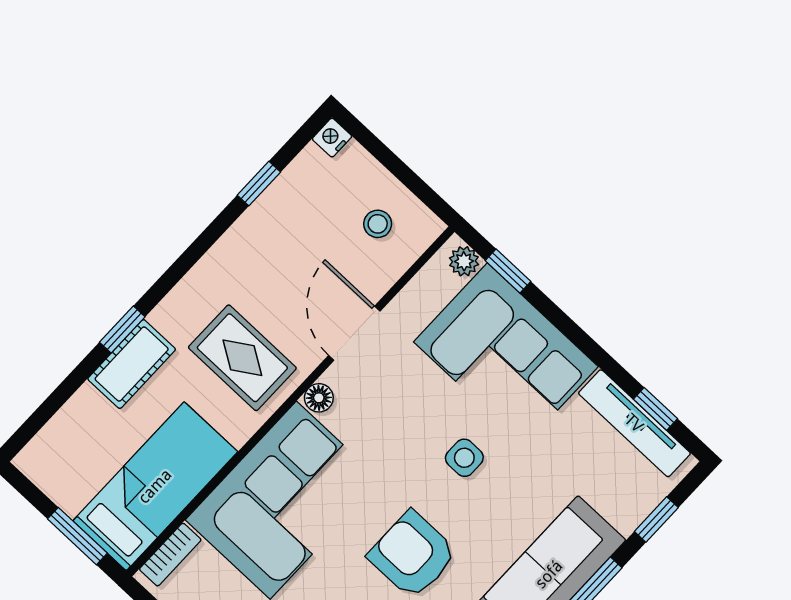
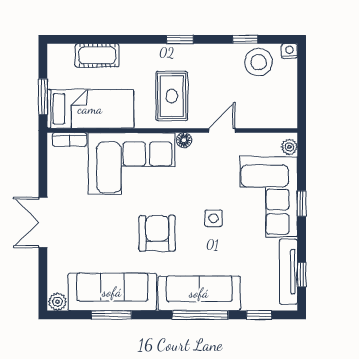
stool: (378, 224) -> (259, 62), moved, width x1.89, depth x1.89
window: (508, 271) -> (302, 204), moved
window: (122, 330) -> (180, 39), moved
door: (354, 333) -> (222, 130), width x0.73
cot: (132, 364) -> (97, 55), moved

